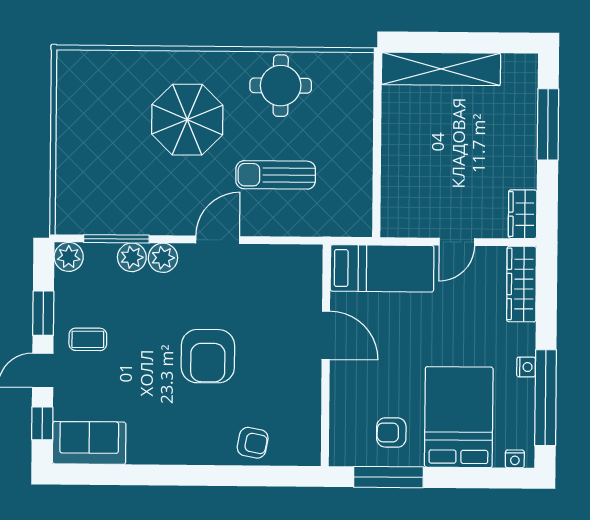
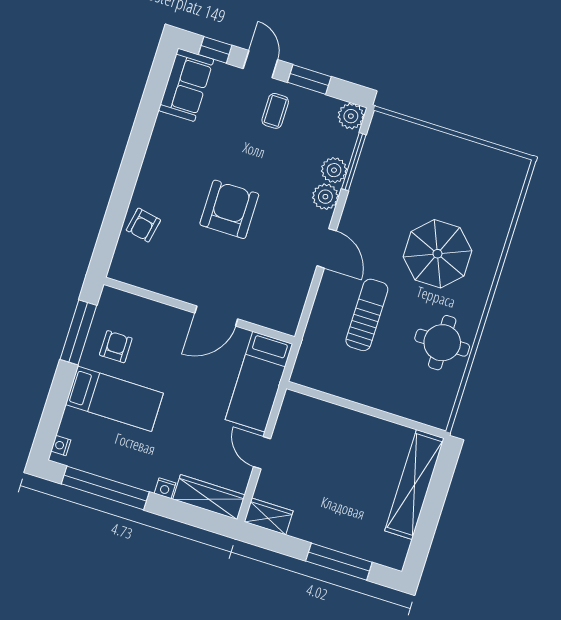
armchair: (208, 356) -> (229, 209), turned 90
nightstand: (526, 367) -> (165, 488), moved
bed: (459, 417) -> (114, 399), width x0.67

